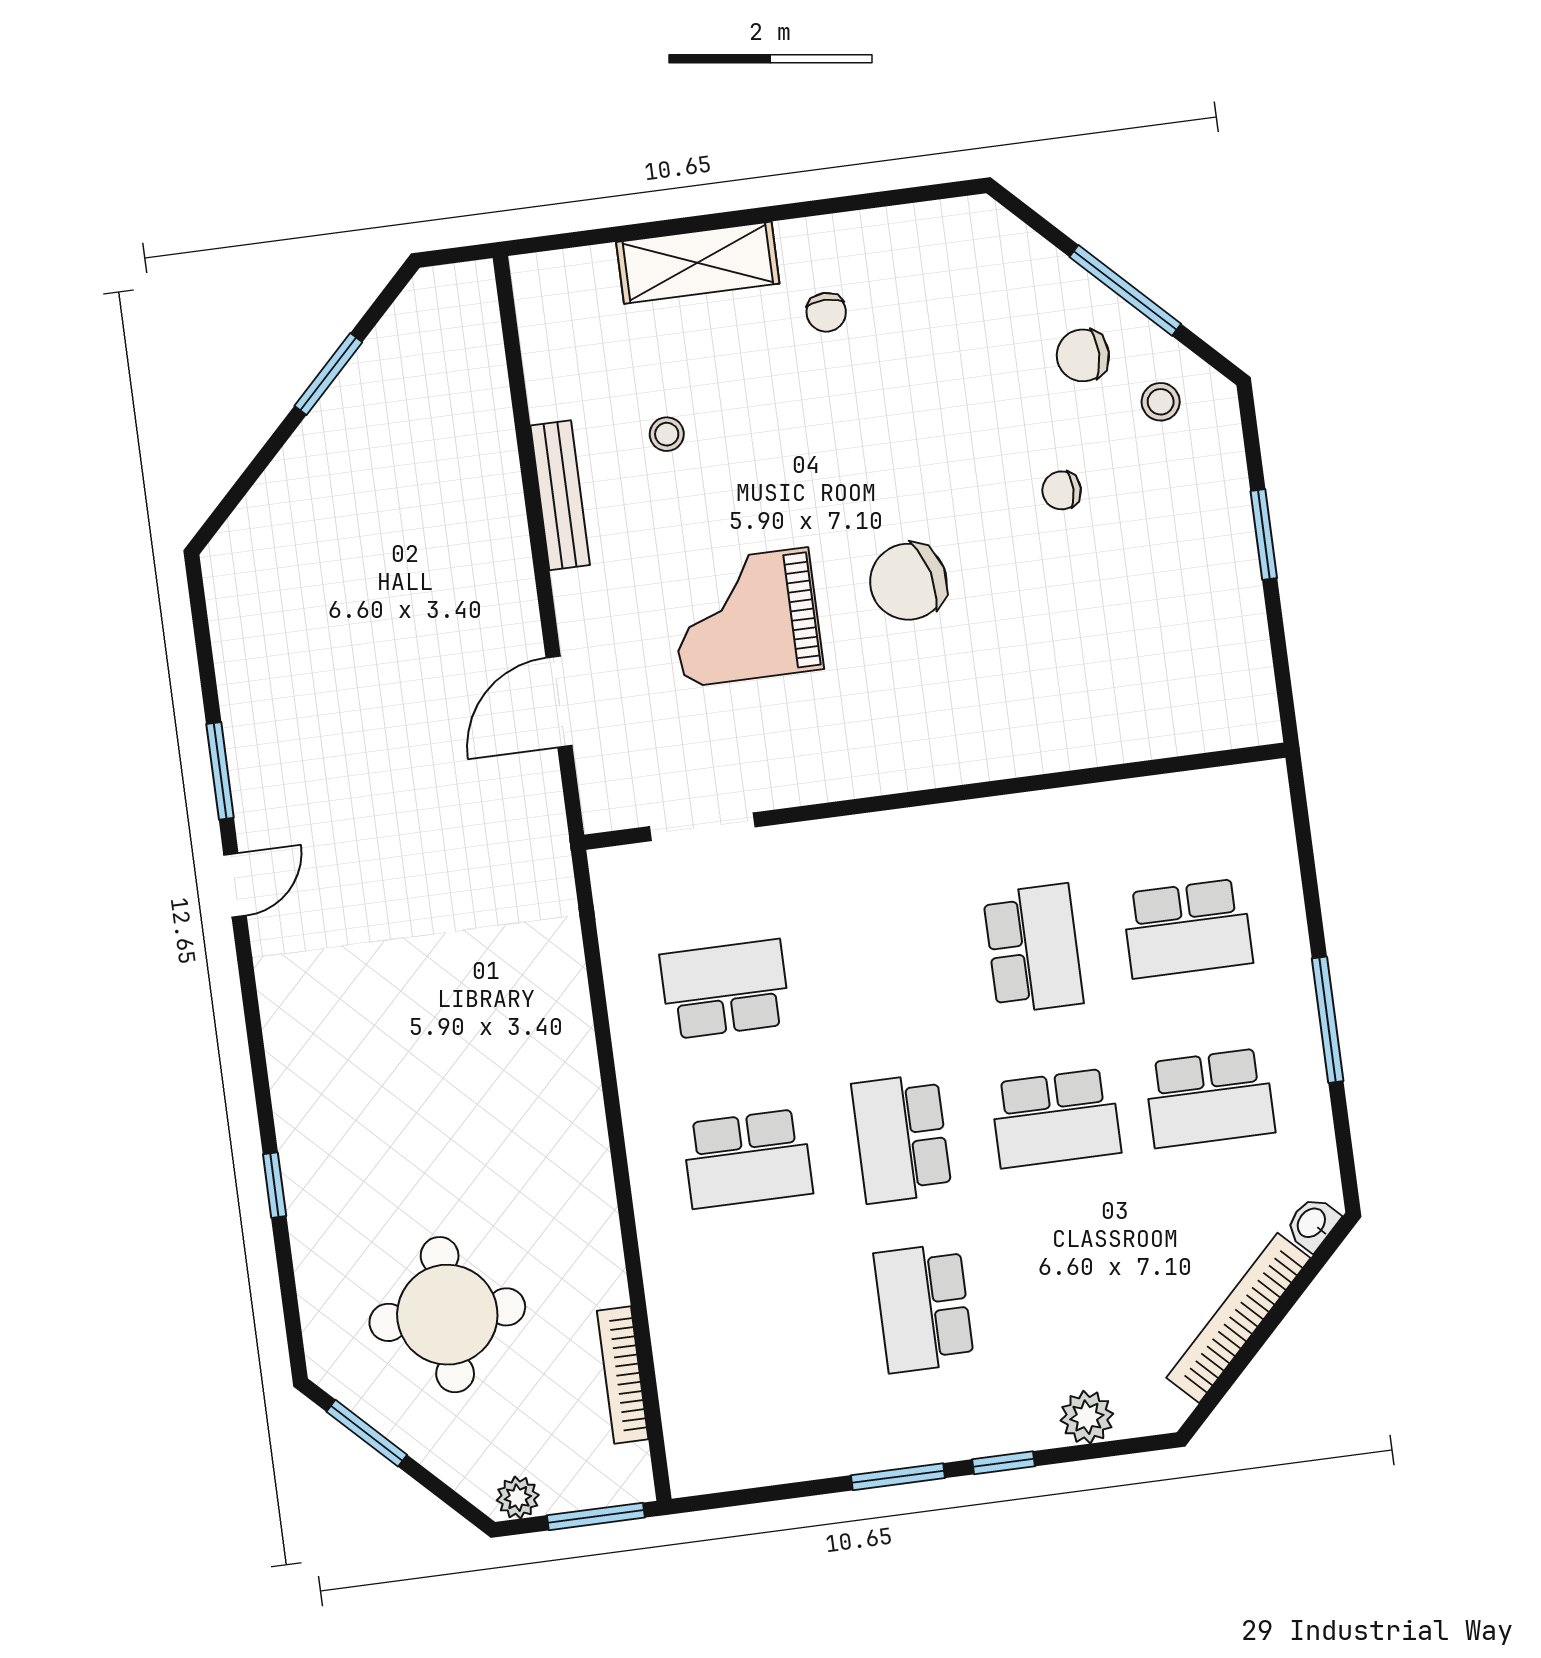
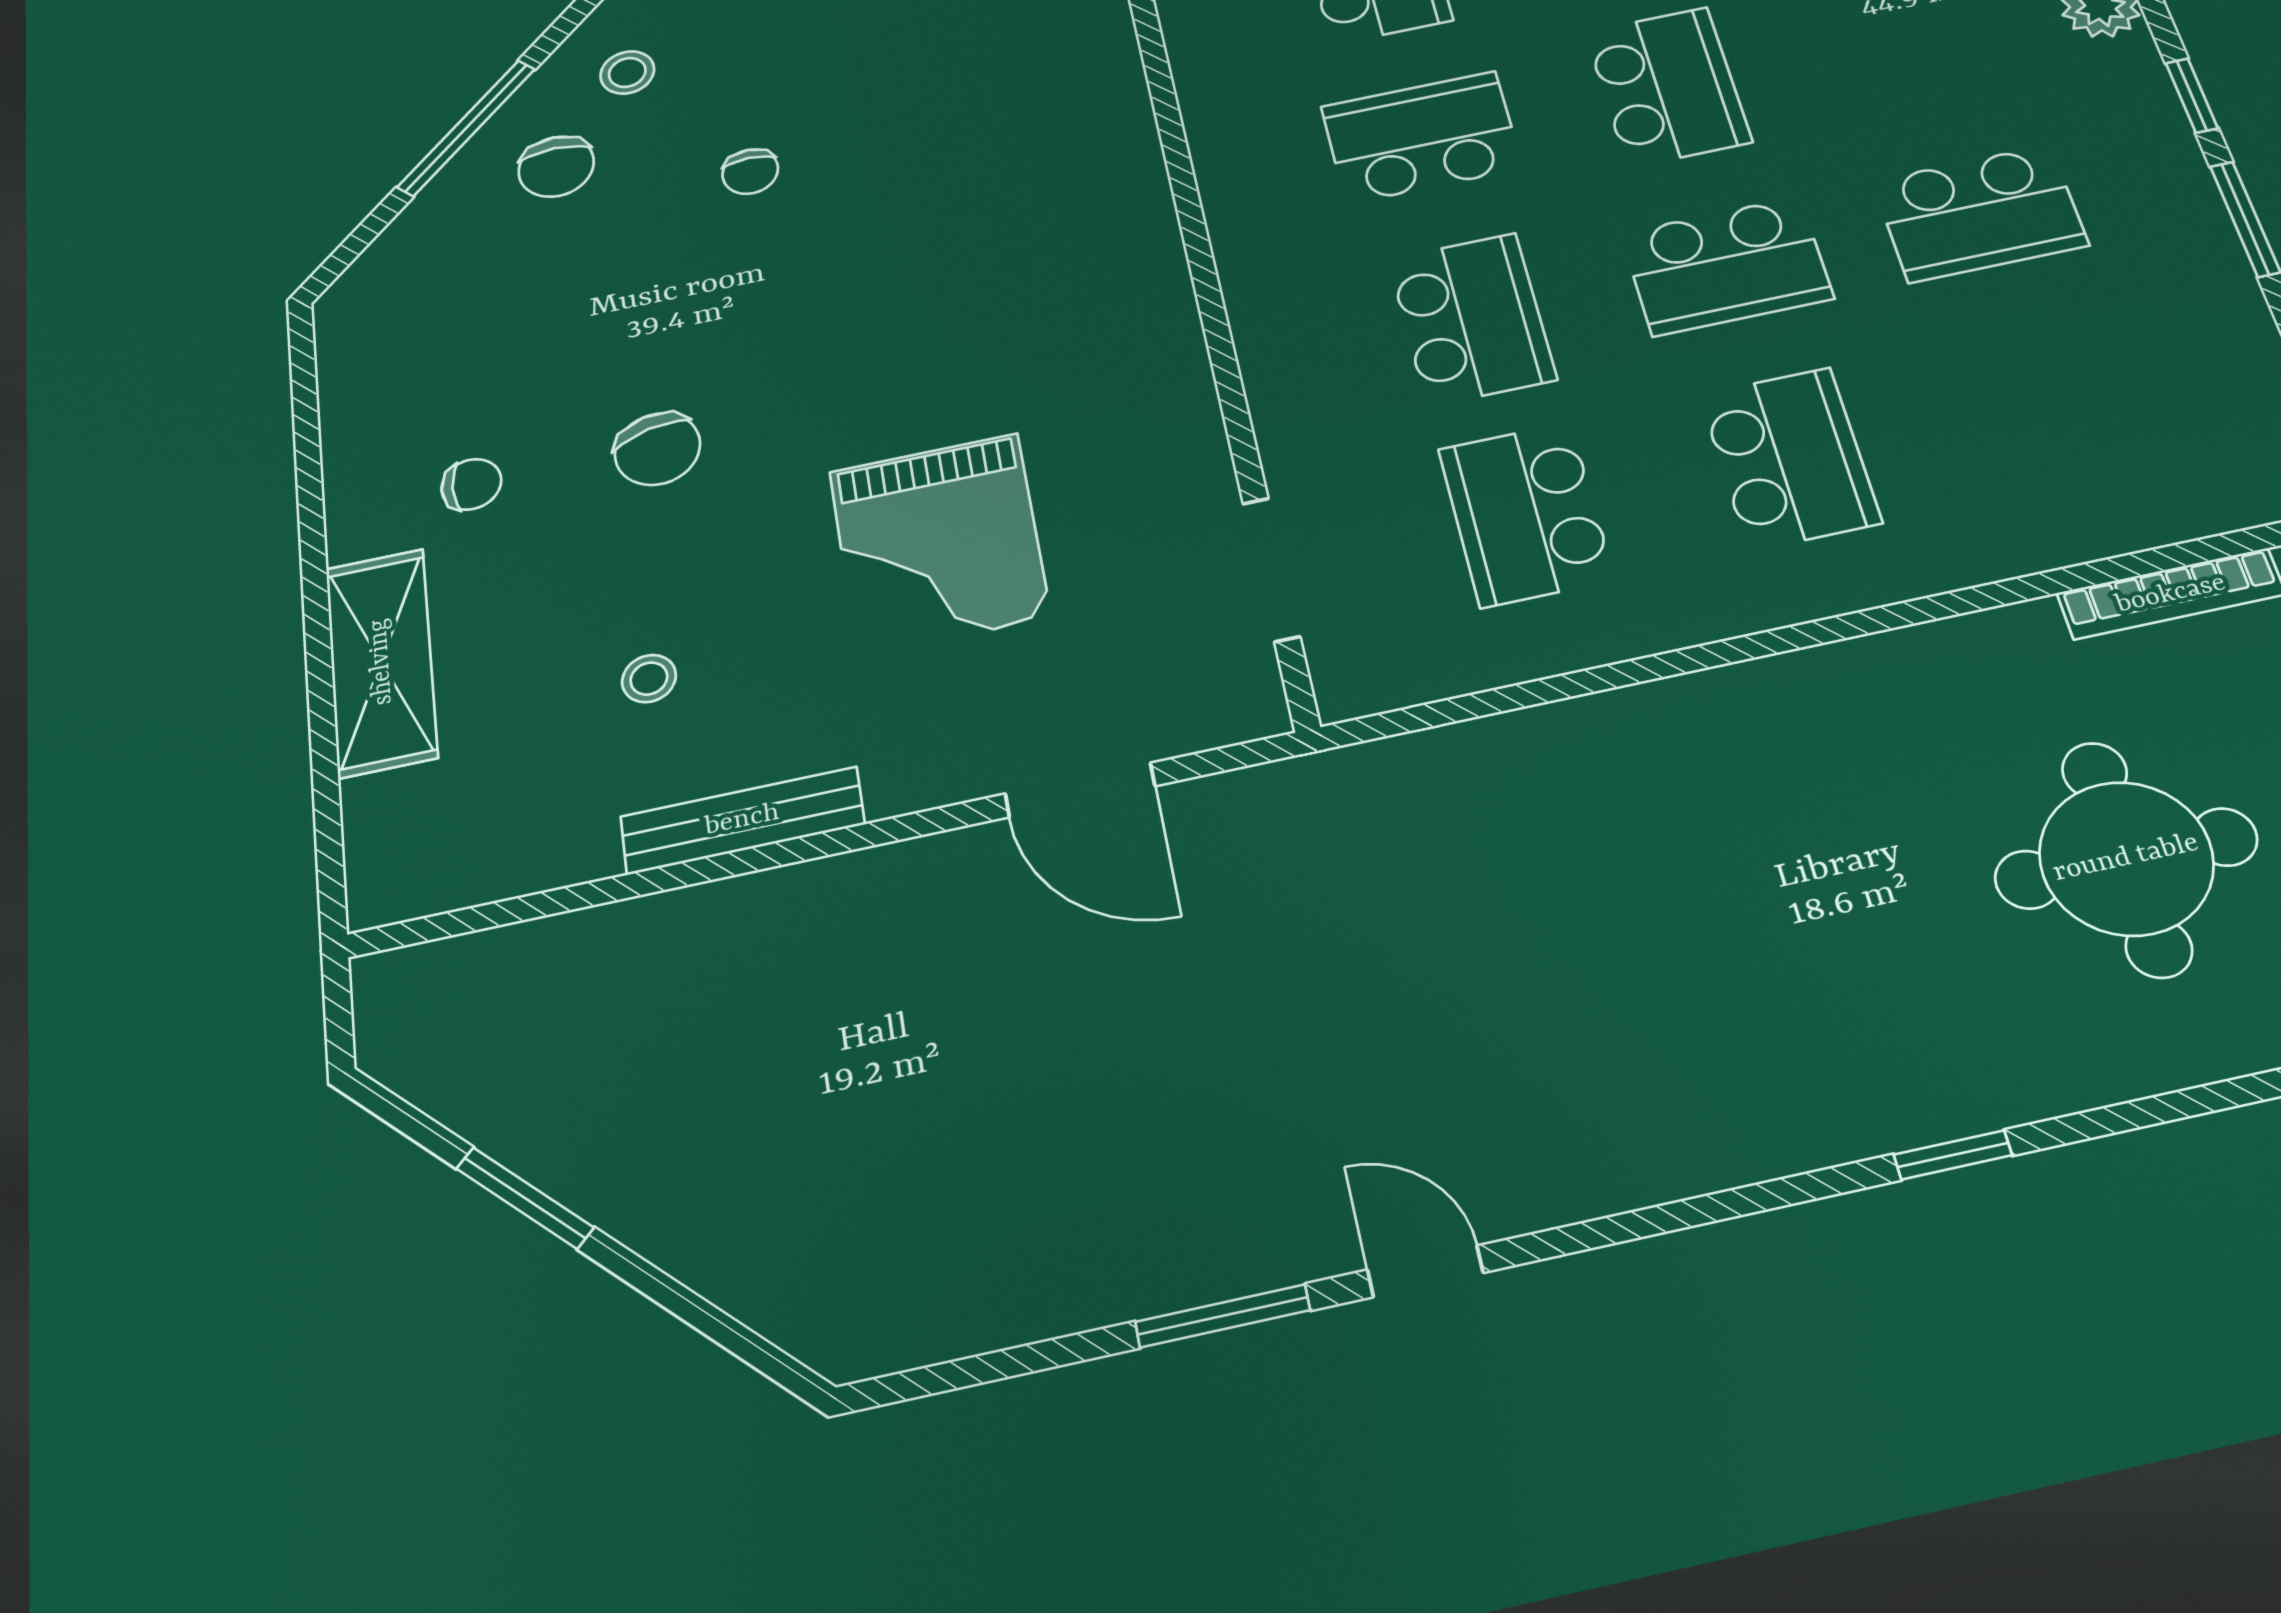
chair: (908, 582) -> (657, 449), moved, width x0.73, depth x0.73
school desk: (879, 969) -> (1472, 319), added

